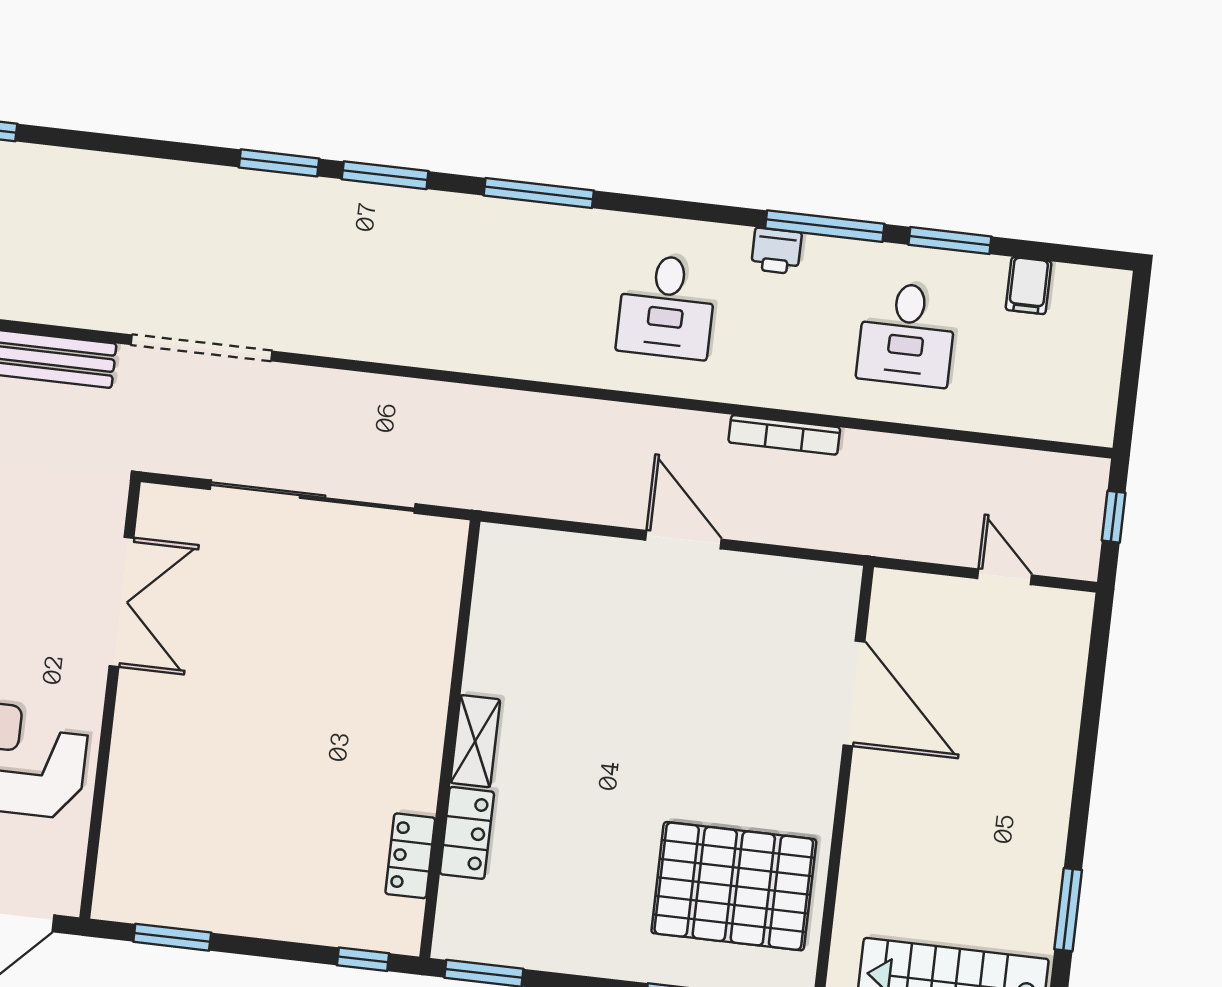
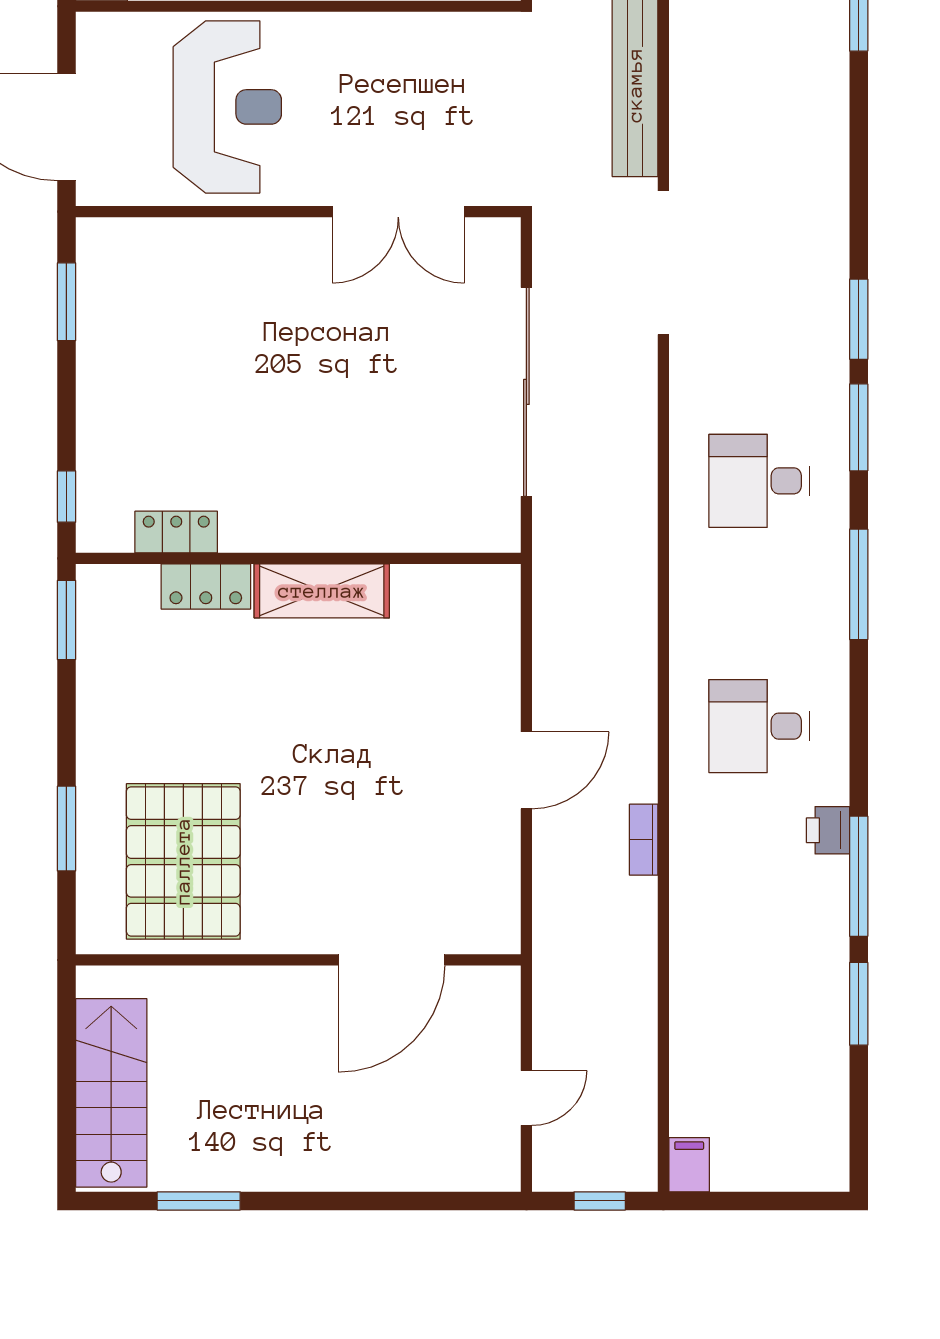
filing cabinet: (1029, 286) -> (689, 1165), moved, turned 90
desk: (907, 334) -> (759, 481), moved
bookcase: (784, 435) -> (644, 840), width x0.64
shelving: (475, 741) -> (322, 591), width x1.50, depth x1.33

